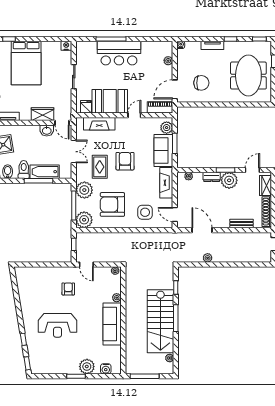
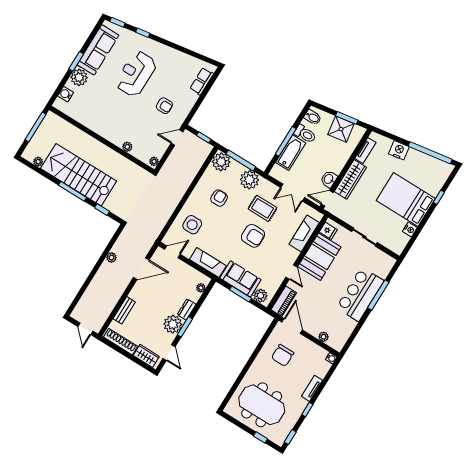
nightstand: (66, 46) -> (410, 230), moved
wardrobe: (43, 114) -> (350, 179), width x1.50
armchair: (112, 204) -> (219, 198), width x0.53, depth x0.53
row of seats: (32, 272) -> (202, 81), added
sofa: (112, 324) -> (98, 50), moved, turned 90

